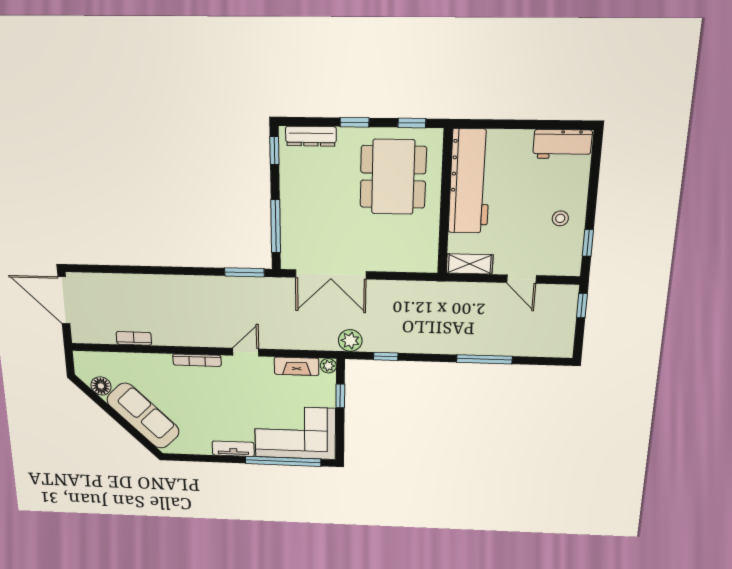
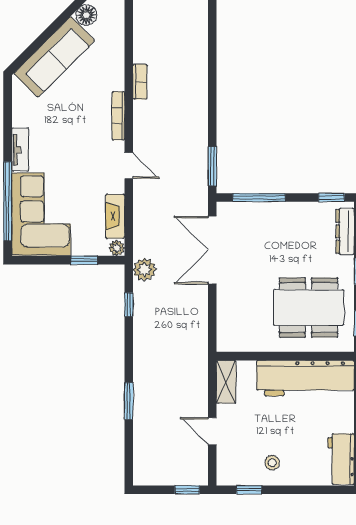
door: (521, 279) -> (212, 431), hinge flipped
bookcase: (134, 338) -> (140, 82), moved
window: (484, 359) -> (129, 401), width x0.69

